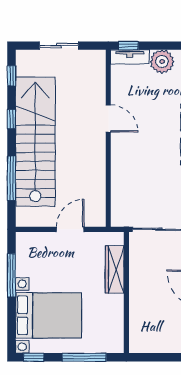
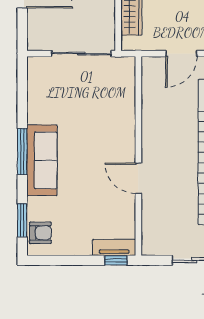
plant: (162, 61) -> (78, 242), removed

